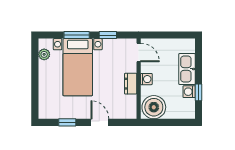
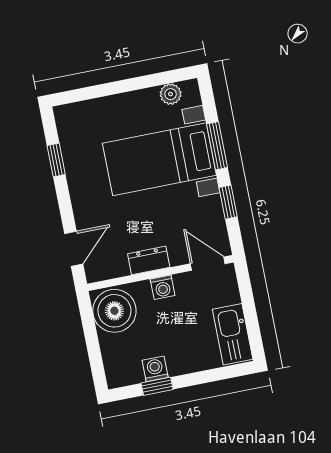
door: (139, 52) -> (208, 264), swing flipped
kitchen sink: (187, 69) -> (233, 334), moved, turned -90
door: (100, 122) -> (74, 249), moved

